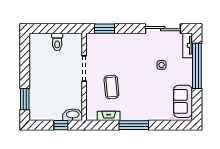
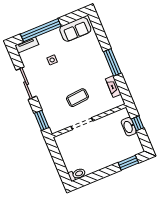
sliding door: (163, 29) -> (26, 83), moved
toilet: (57, 42) -> (77, 174), moved
coffee table: (111, 87) -> (77, 98), moved
washbasin: (73, 115) -> (129, 127), moved

